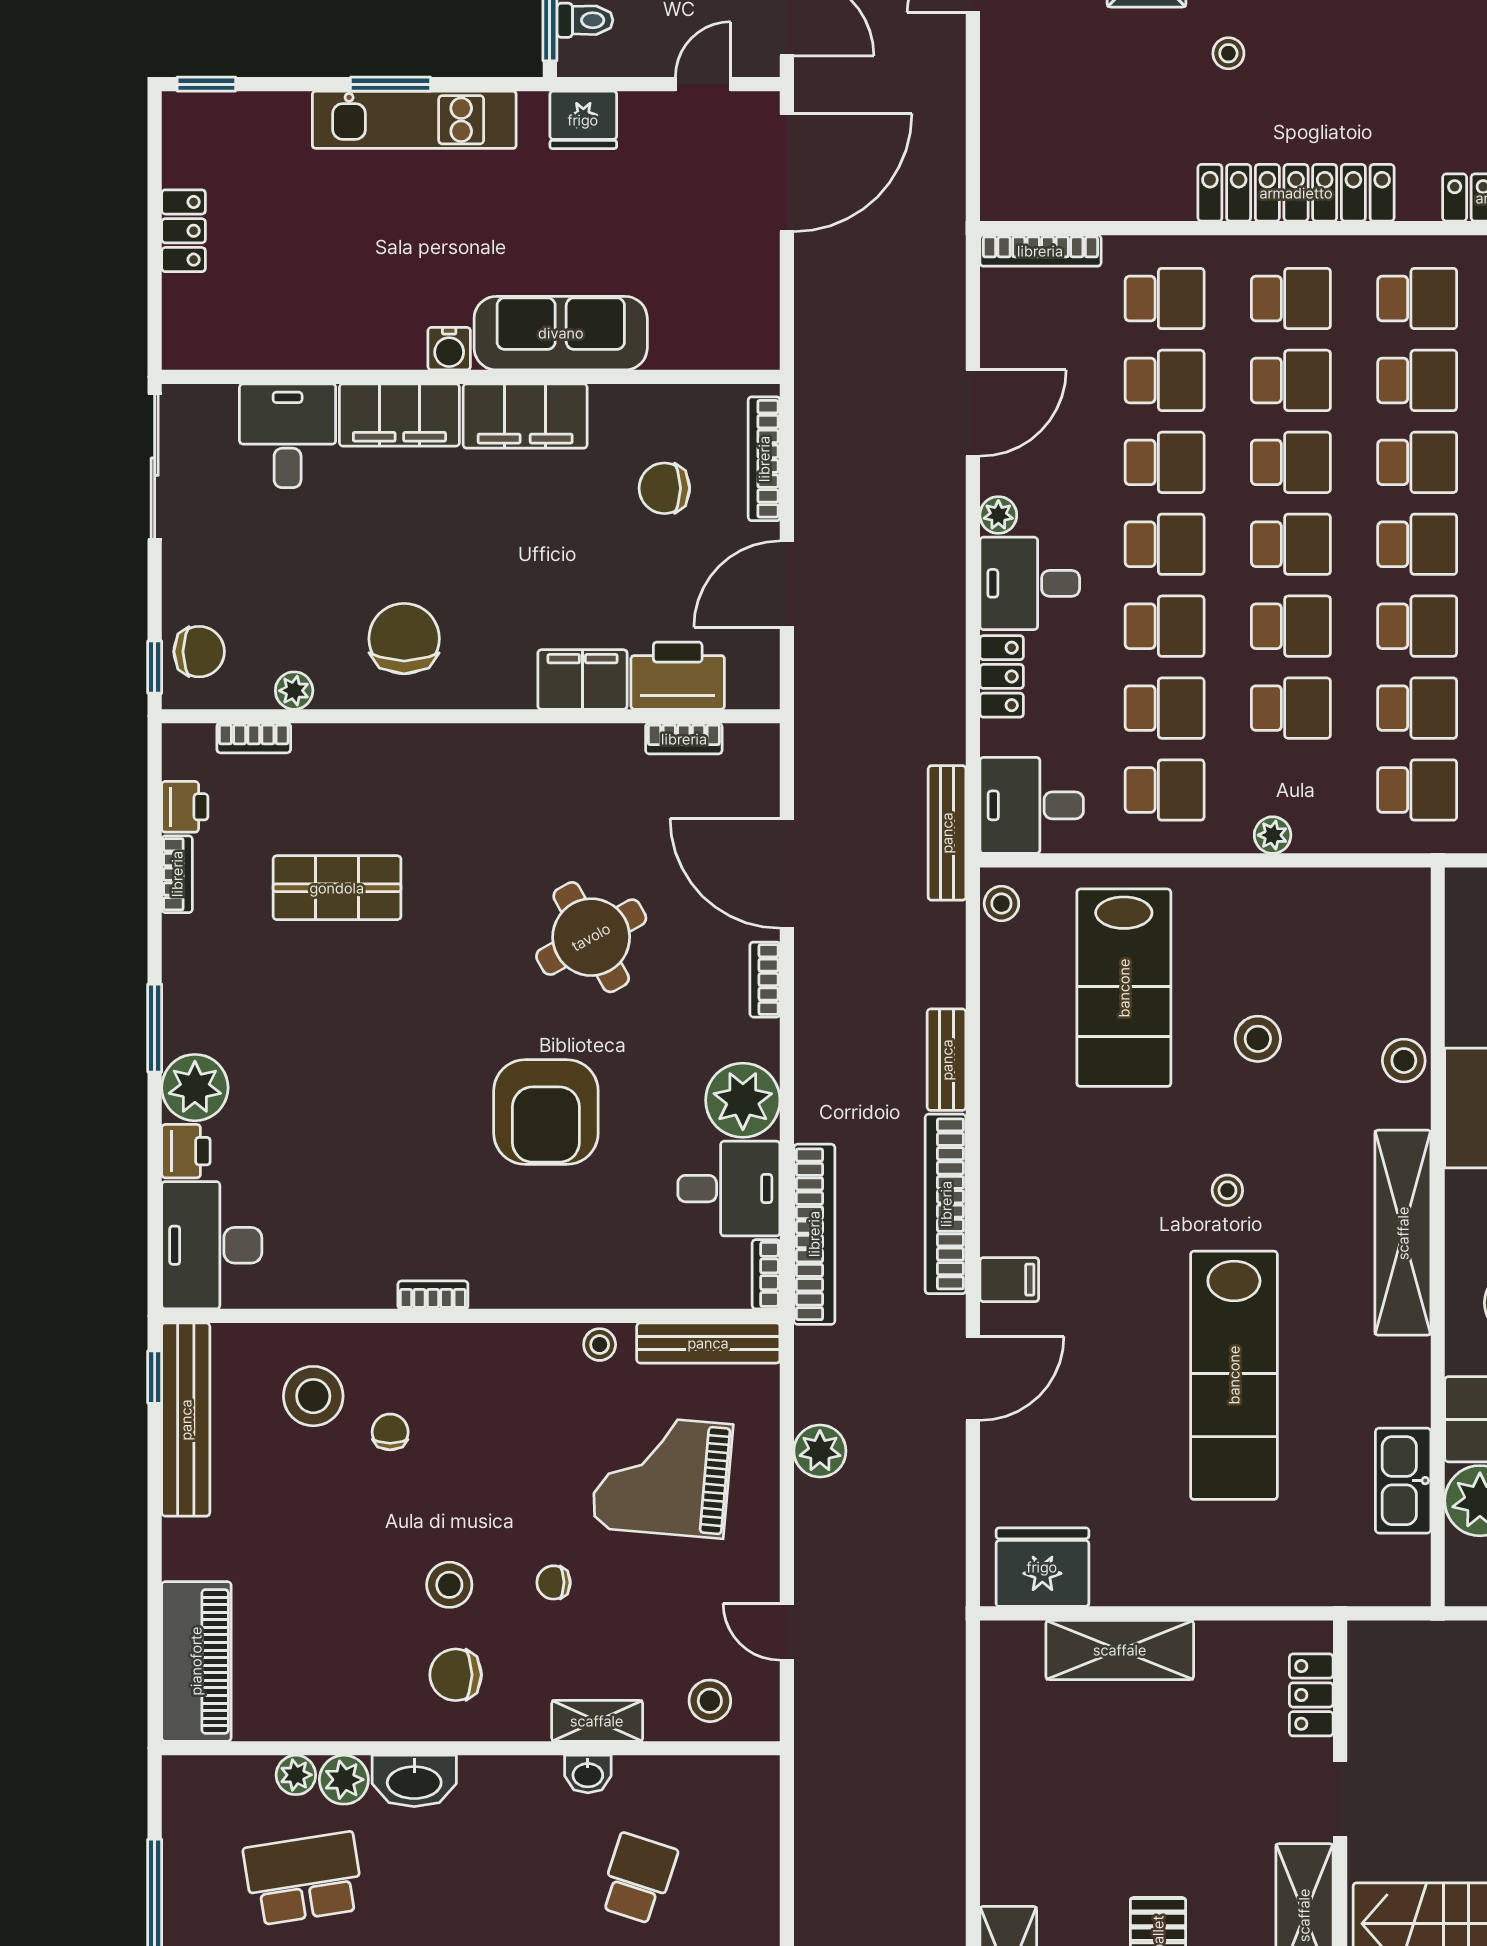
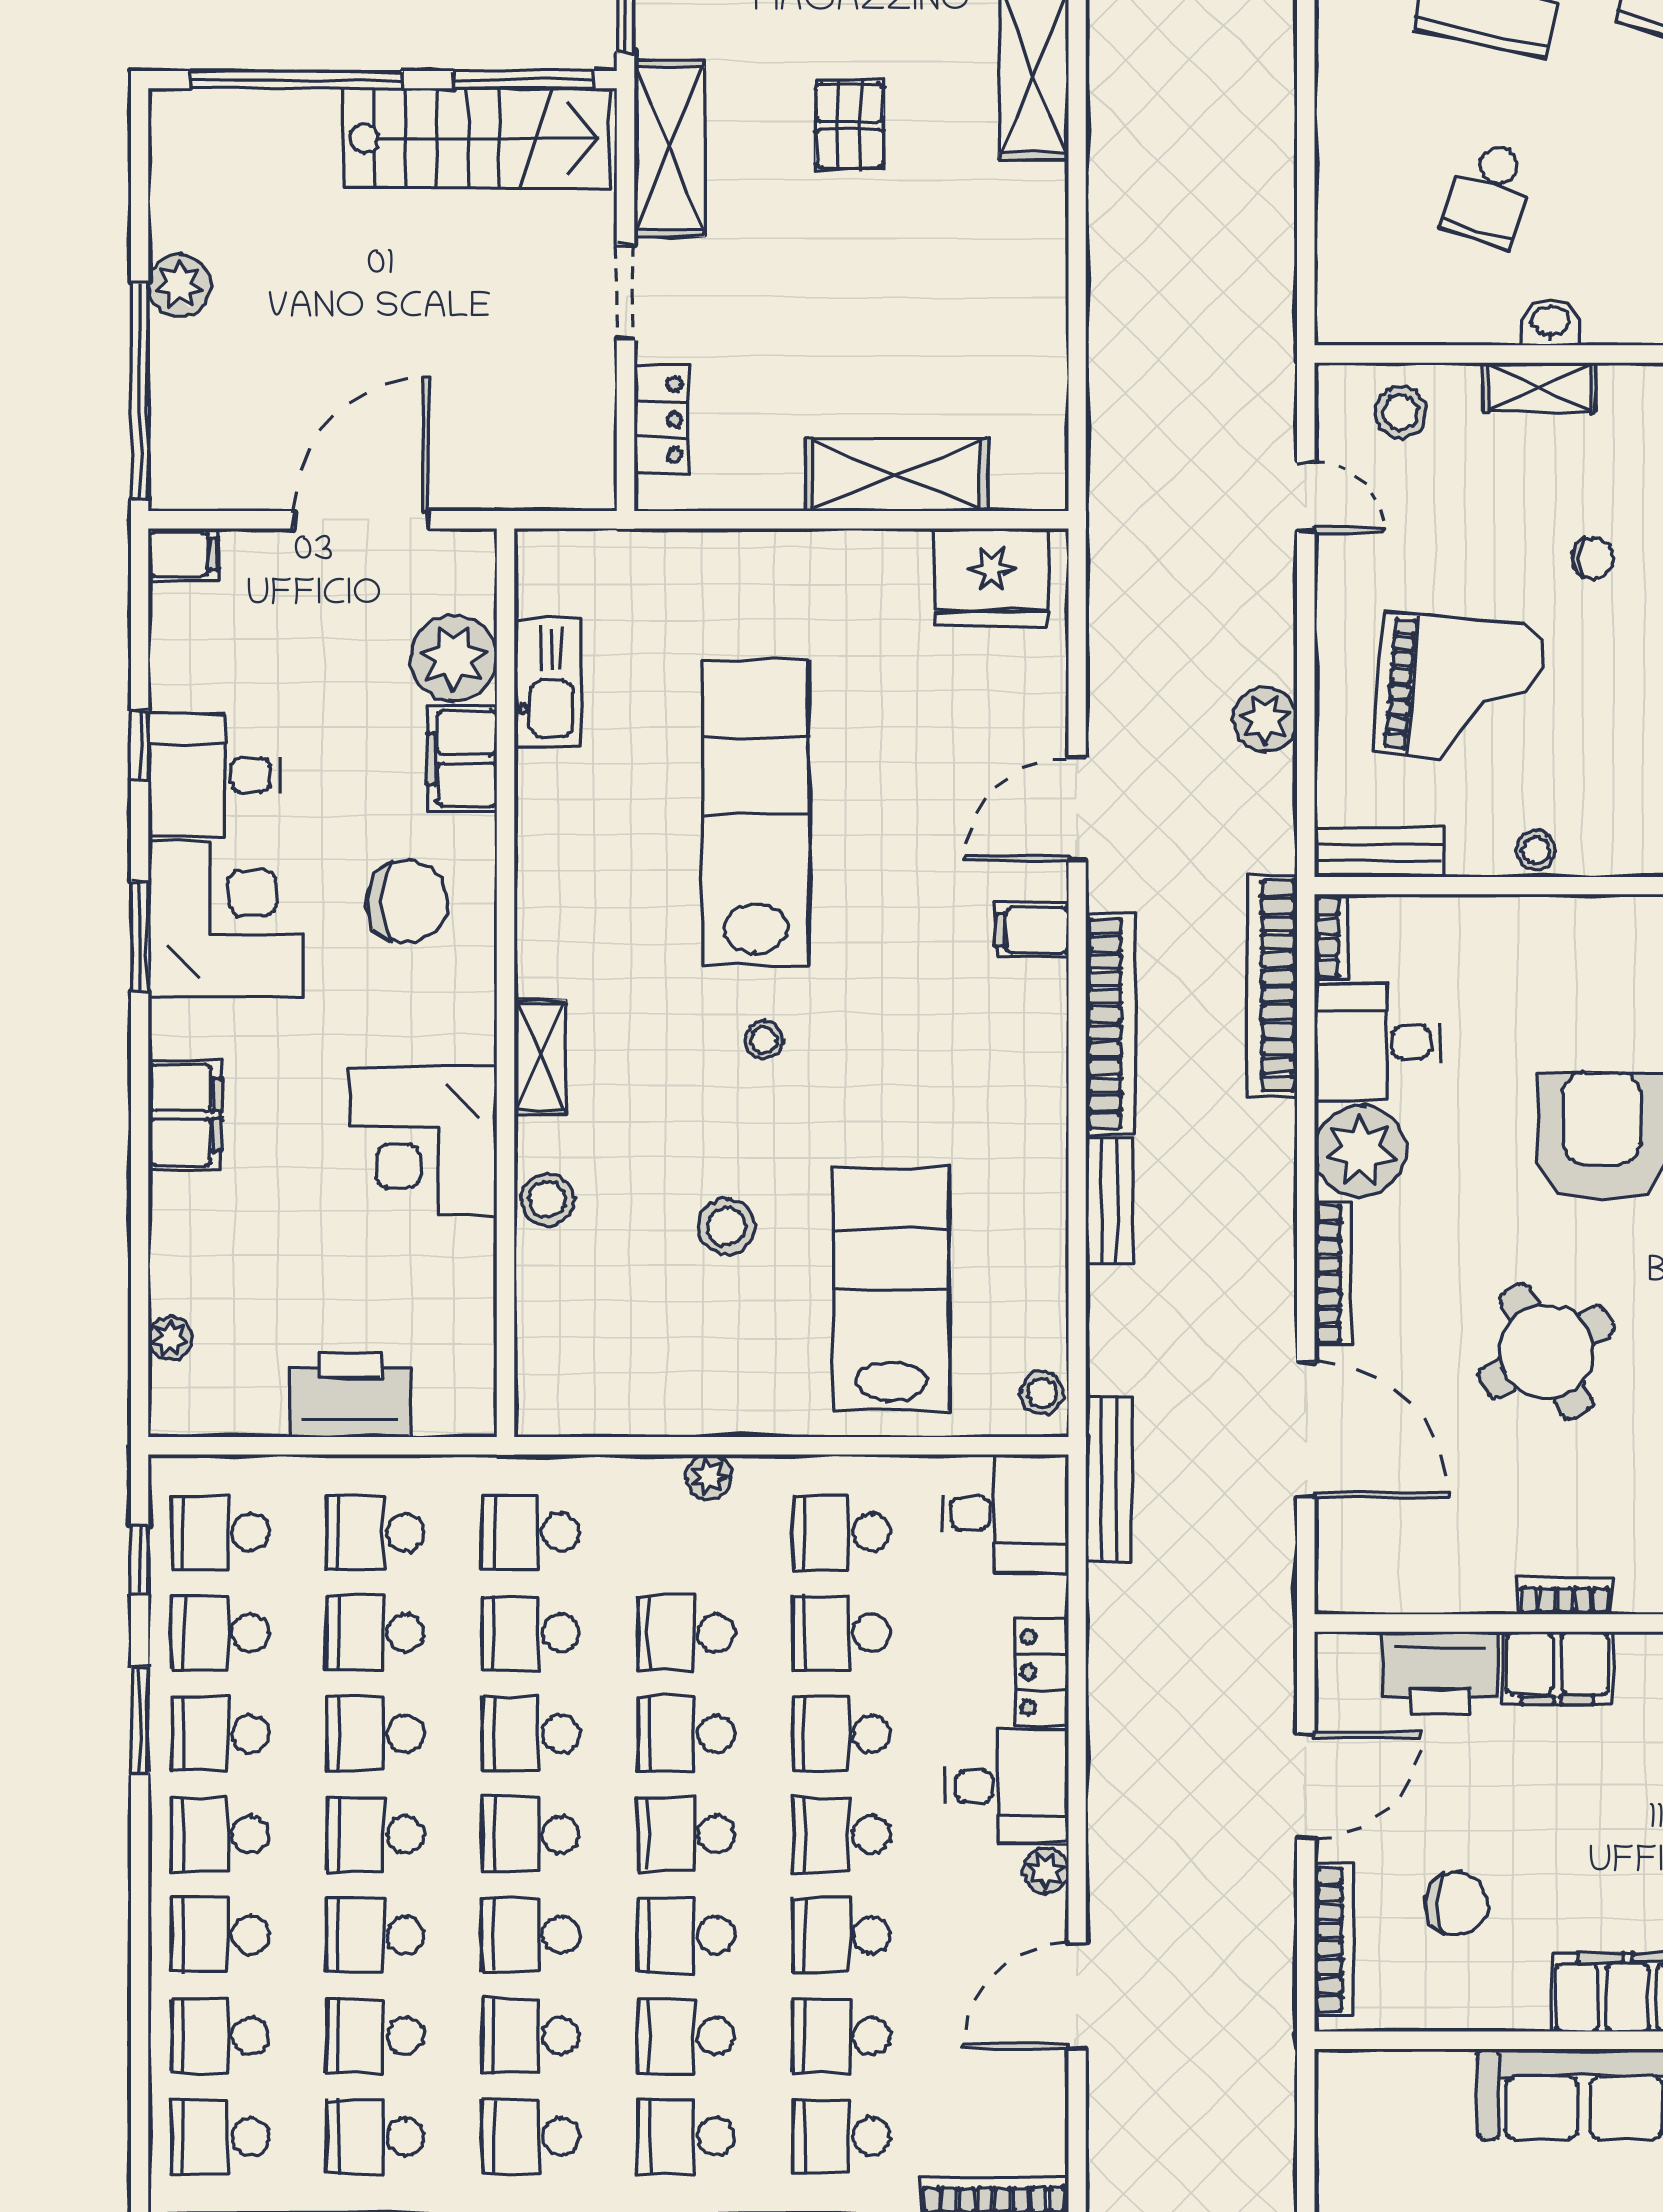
bookcase: (684, 739) -> (1565, 1596), moved
bookcase: (765, 980) -> (1333, 1273), width x1.56
shelving: (1403, 1233) -> (540, 1057), width x0.45, depth x0.75
bench: (708, 1343) -> (1379, 852), width x0.73

